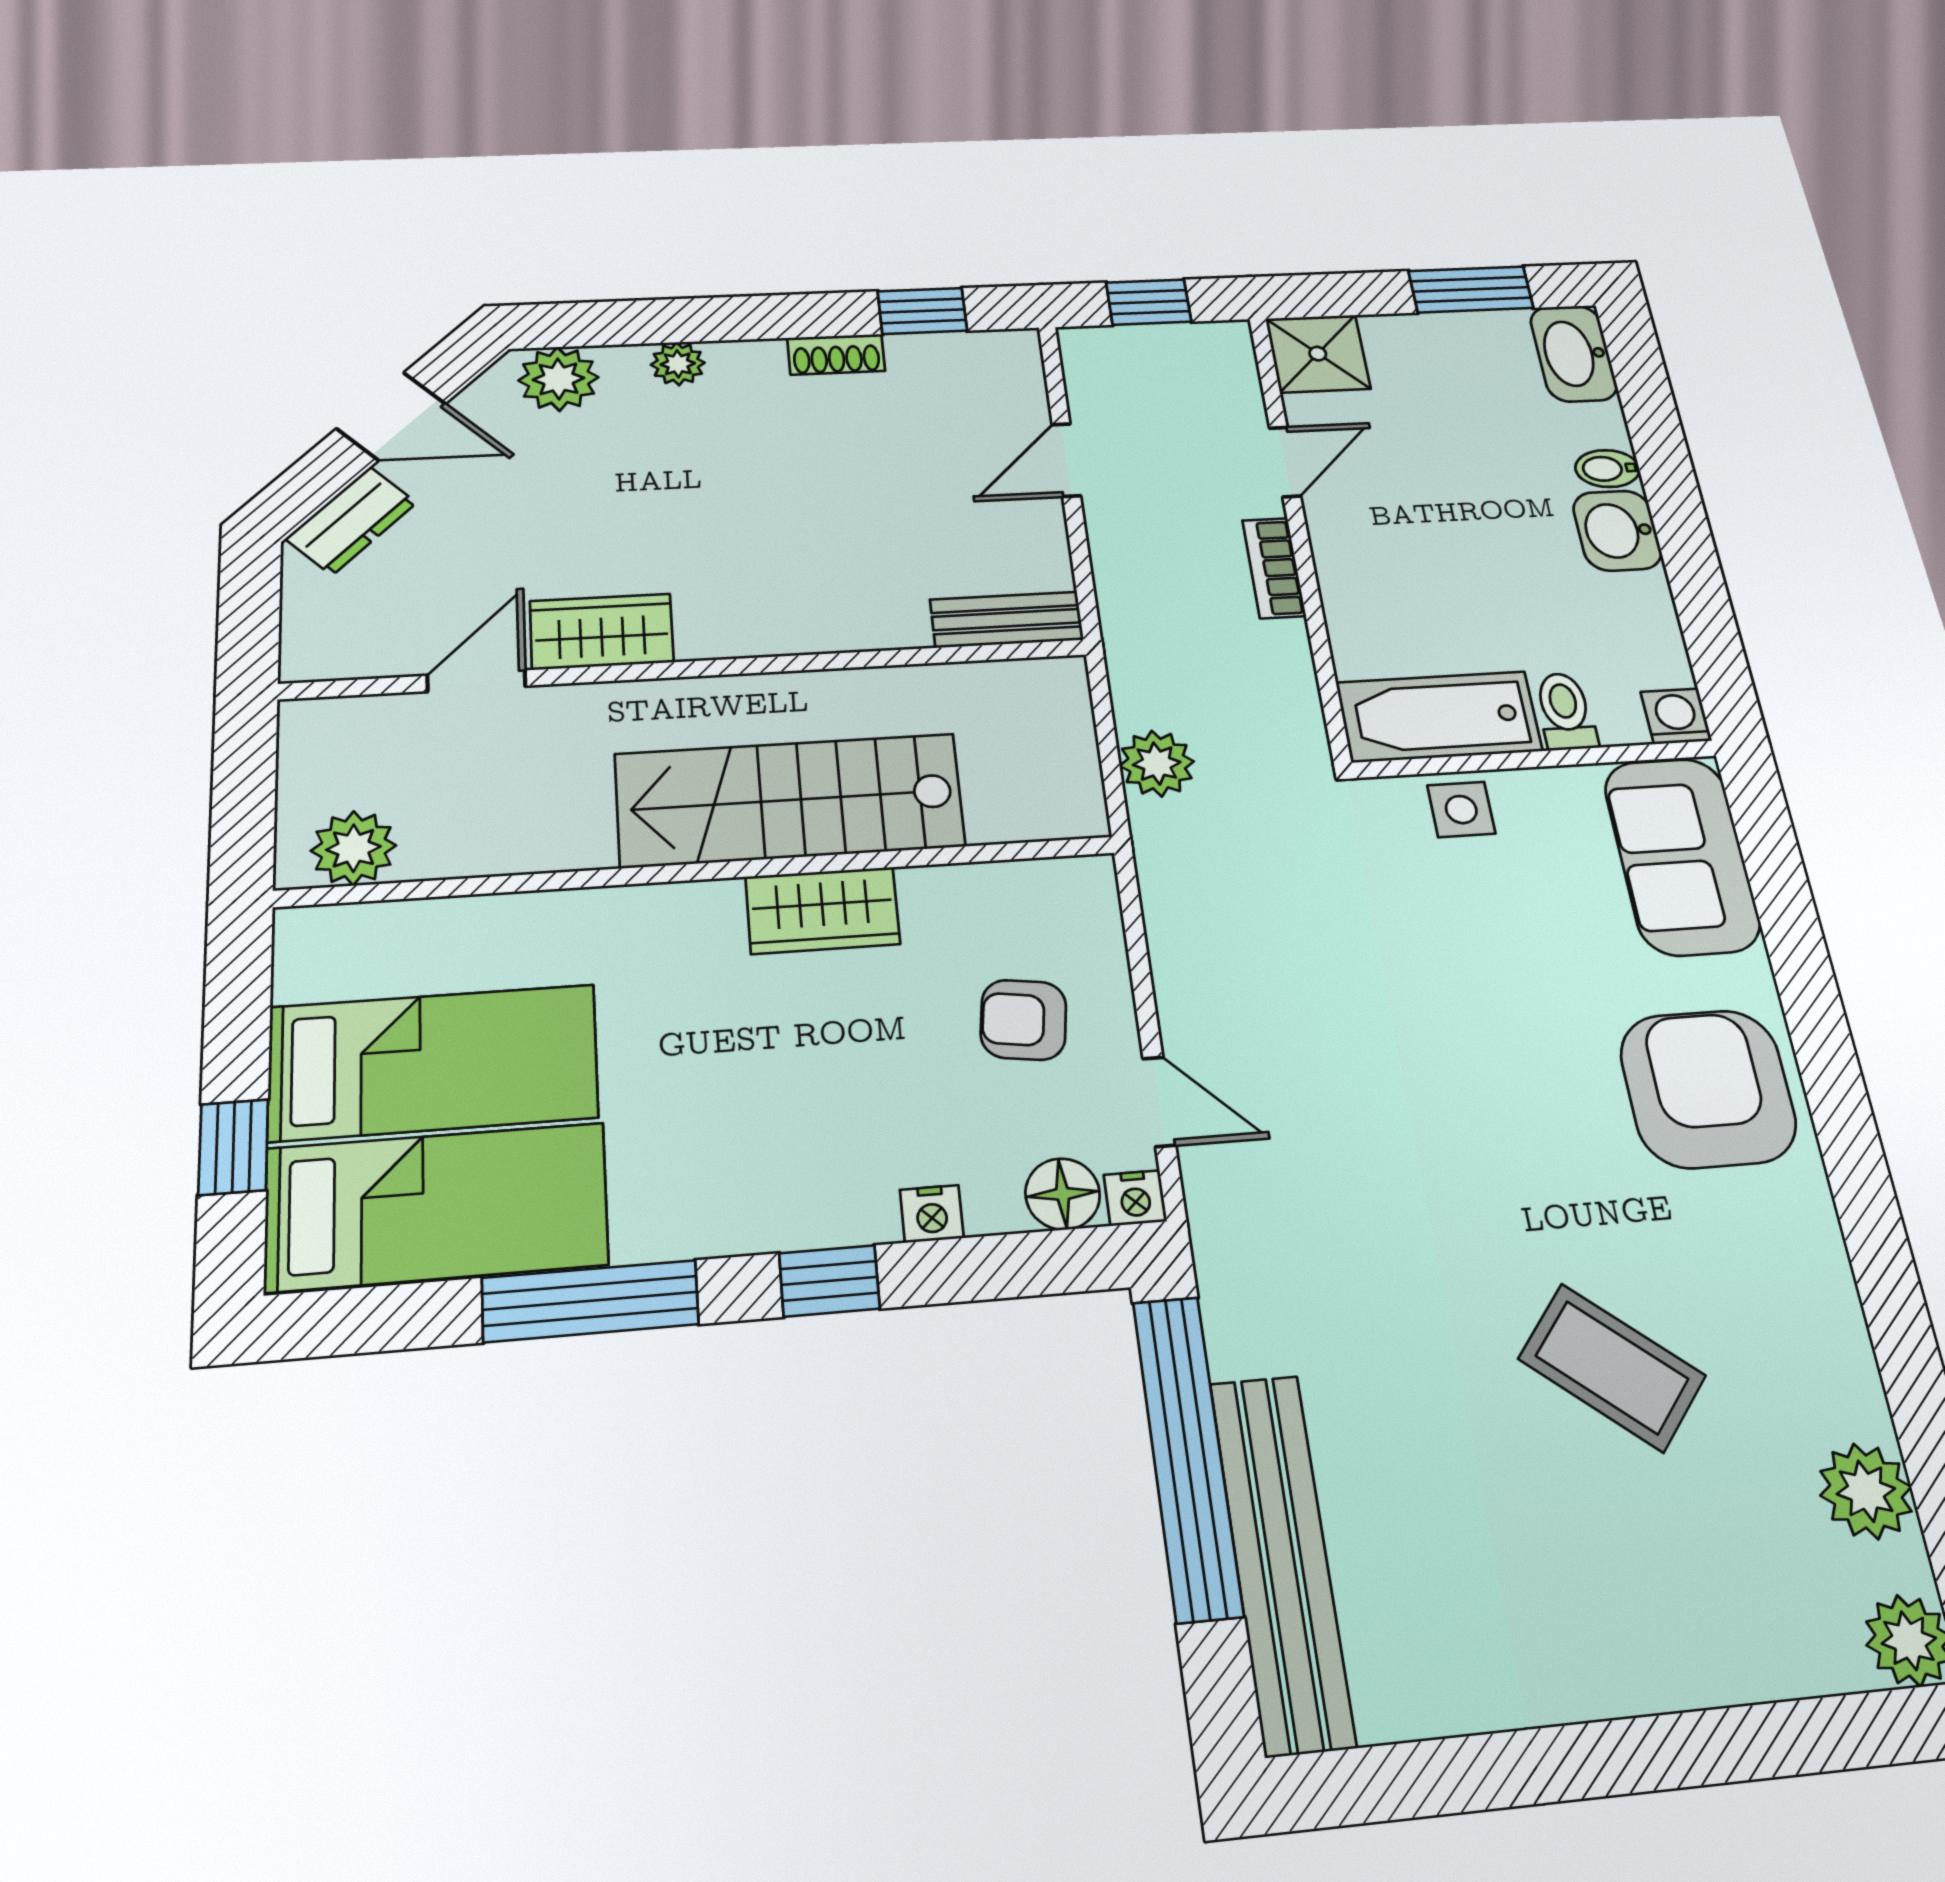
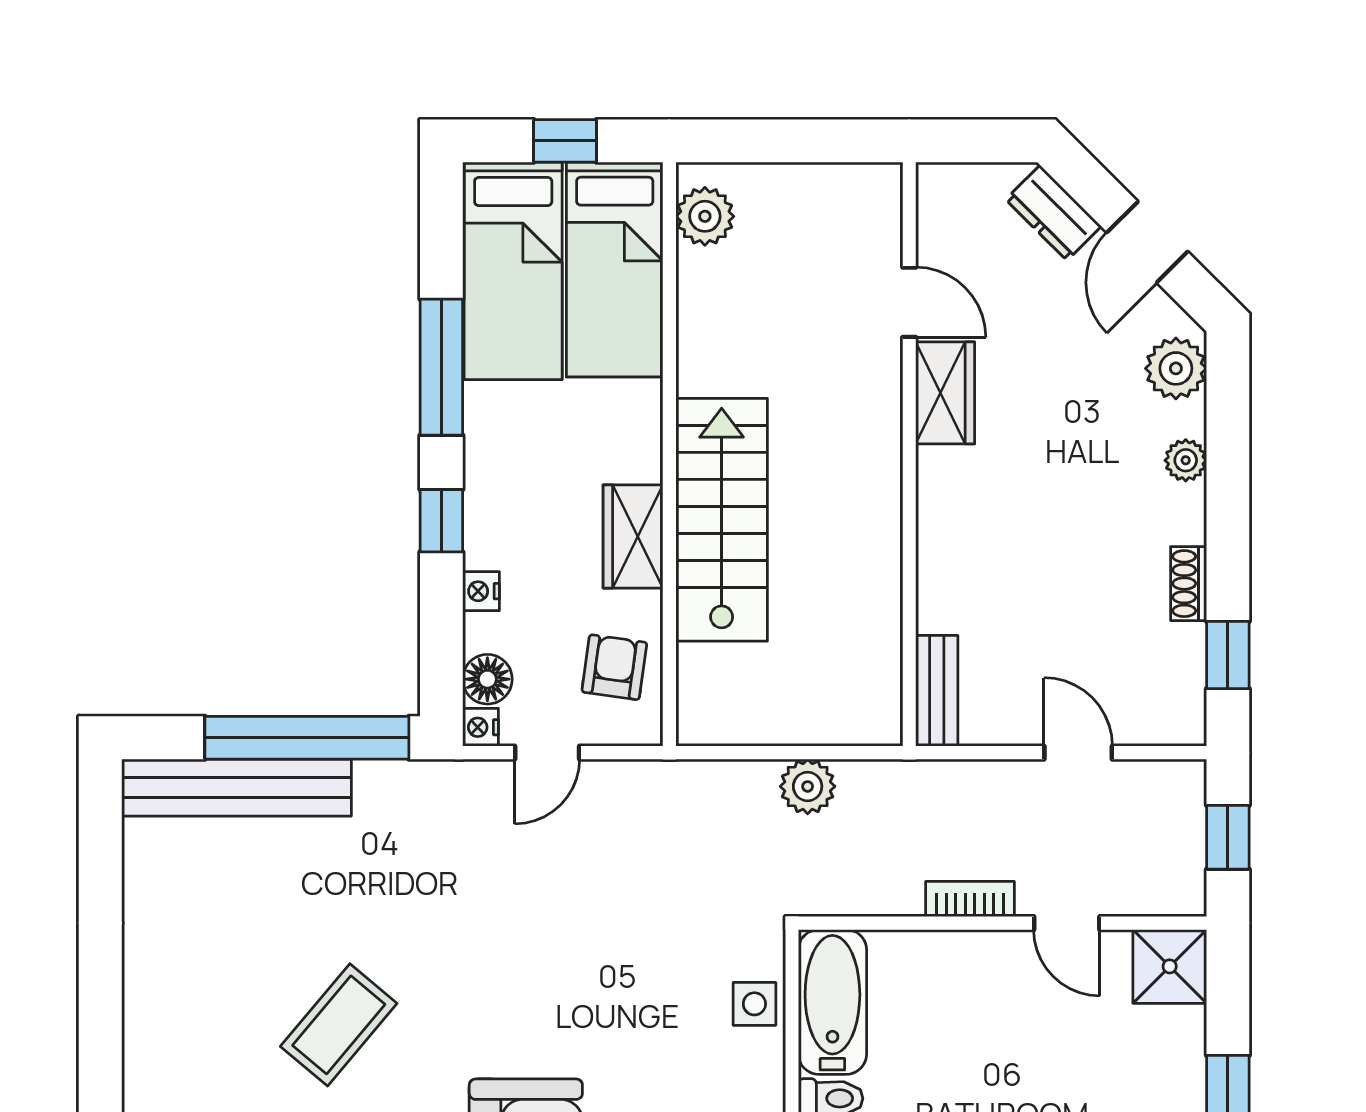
stairs: (790, 800) -> (722, 520), moved
plant: (353, 848) -> (705, 216), moved
wall: (701, 871) -> (669, 454), moved
wardrobe: (823, 910) -> (633, 536), moved

